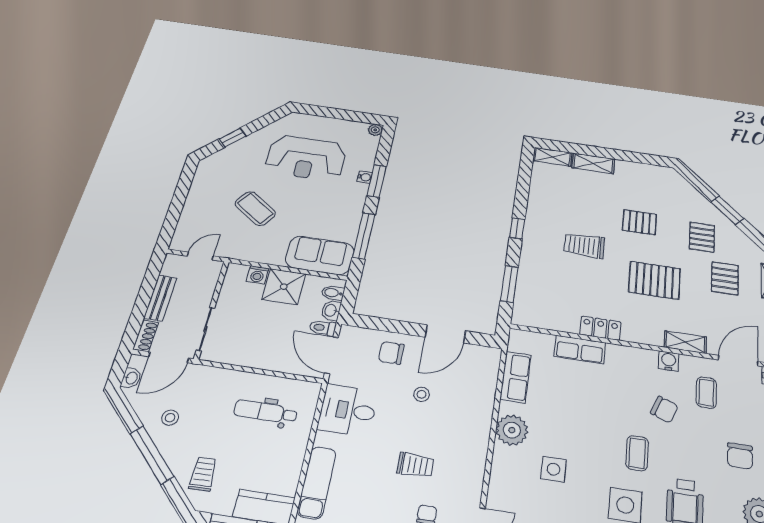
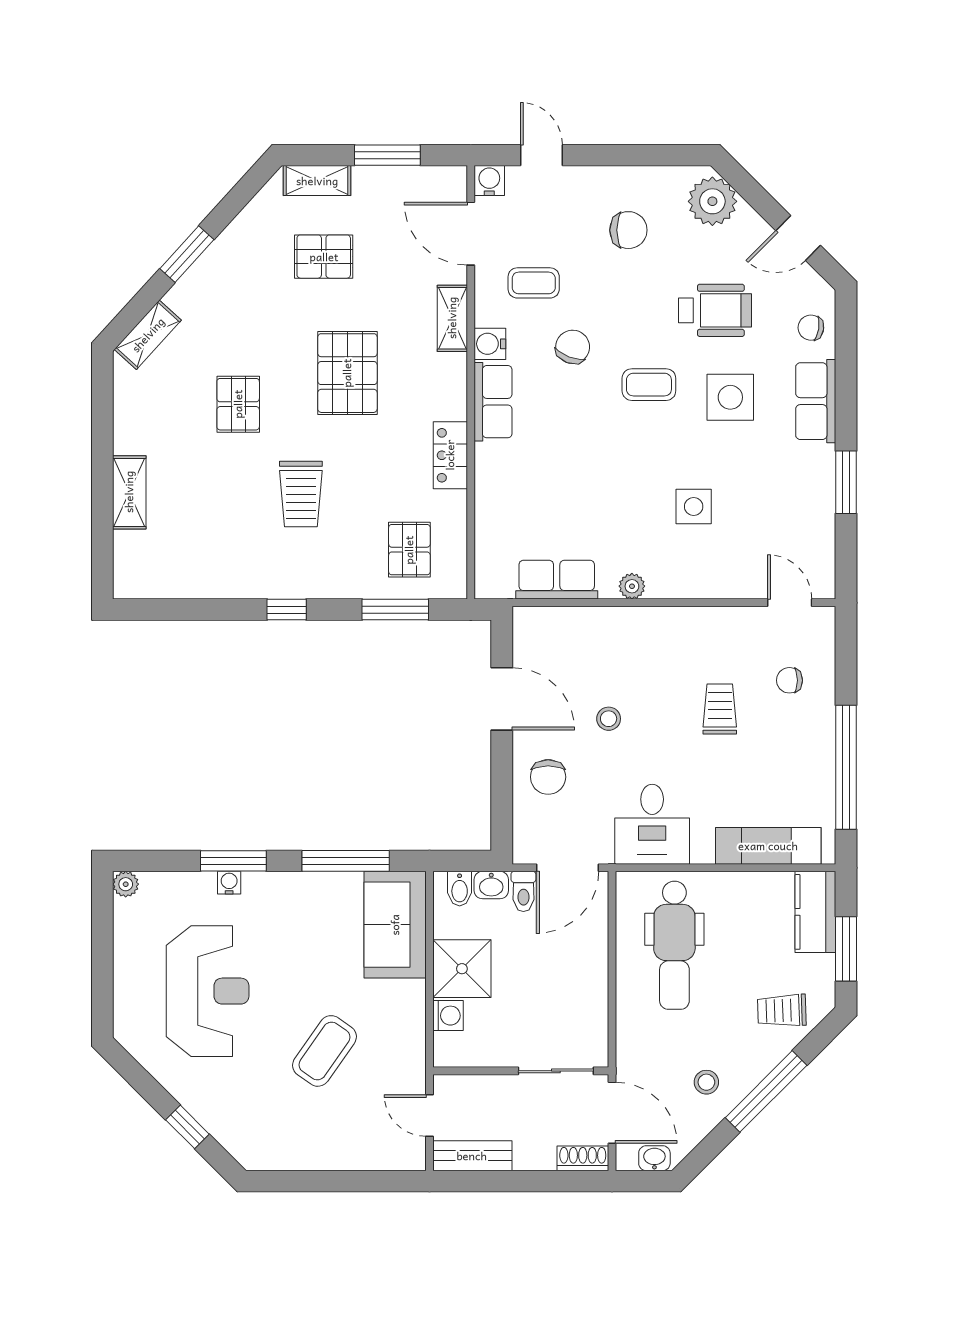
shelving: (552, 157) -> (148, 335), moved, turned 42
pallet: (702, 237) -> (409, 550), moved, turned 90
bench: (160, 298) -> (472, 1156), moved
row of seats: (580, 349) -> (493, 402), moved
dental chair: (265, 412) -> (674, 945), width x1.36, depth x1.38
plant: (512, 430) -> (632, 586), width x0.53, depth x0.53

